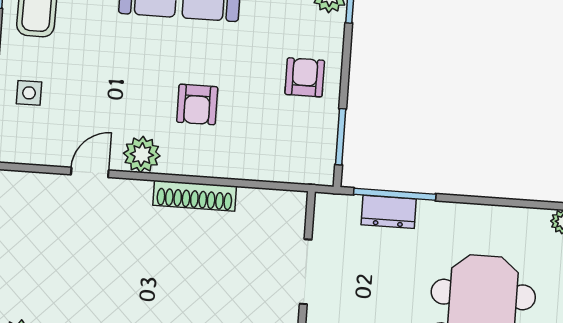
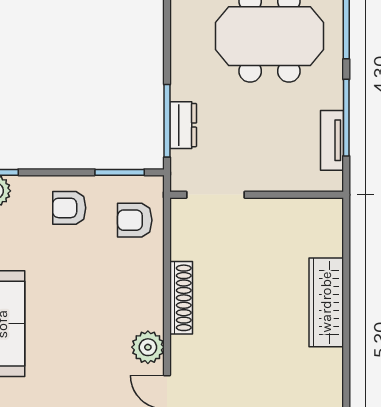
armchair: (197, 104) -> (135, 220), moved, turned 180
doorway: (306, 272) -> (215, 195), moved

